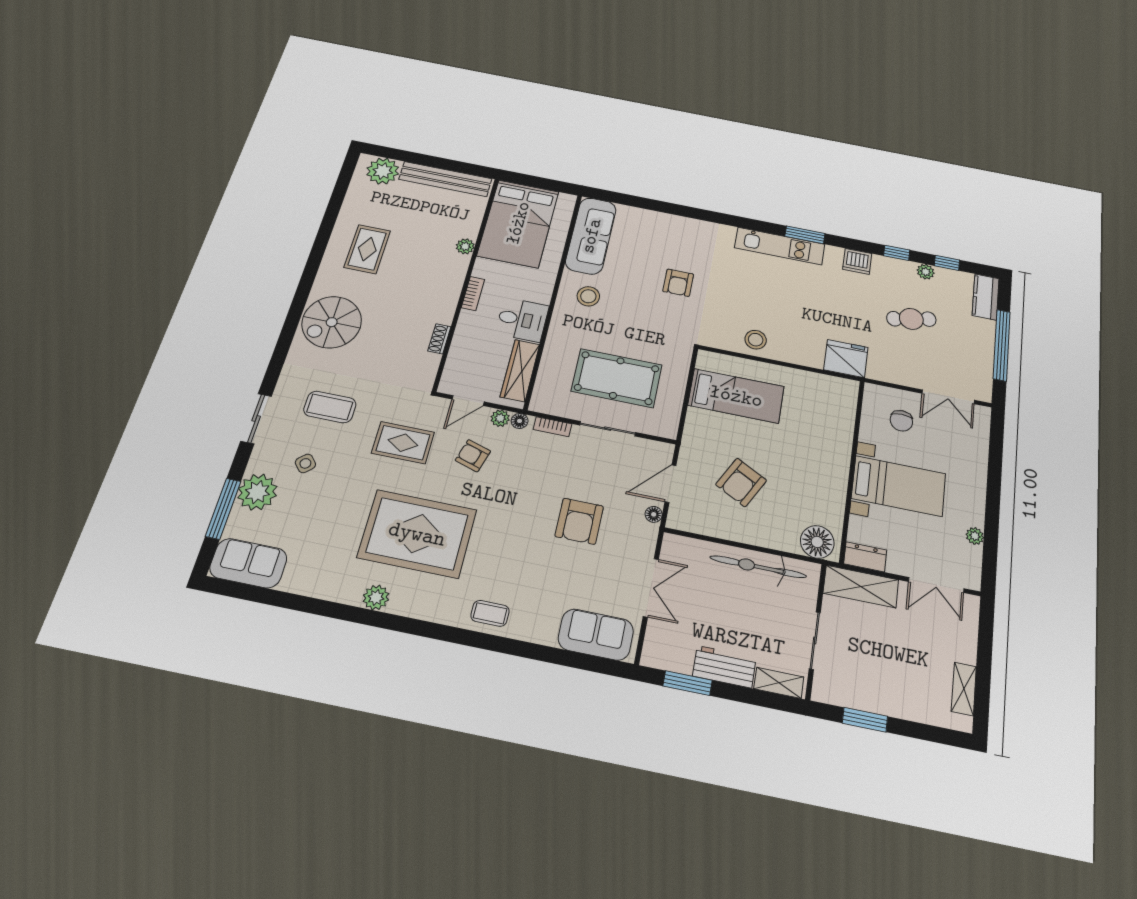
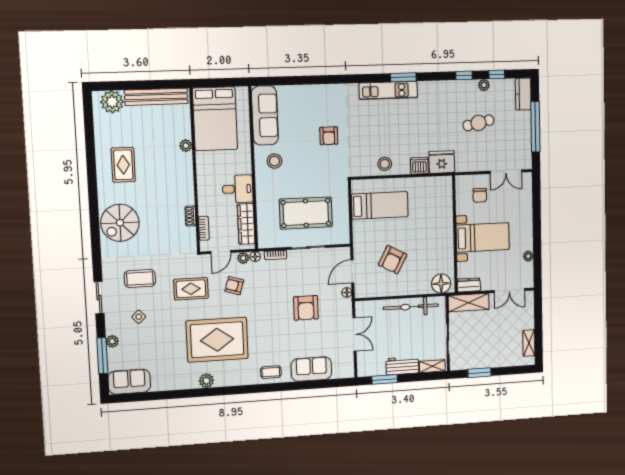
dishwasher: (857, 261) -> (419, 166), moved, turned 180
bookcase: (473, 293) -> (204, 228), moved
plant: (257, 492) -> (112, 341), width x0.53, depth x0.53
sofa: (596, 635) -> (311, 369), moved

